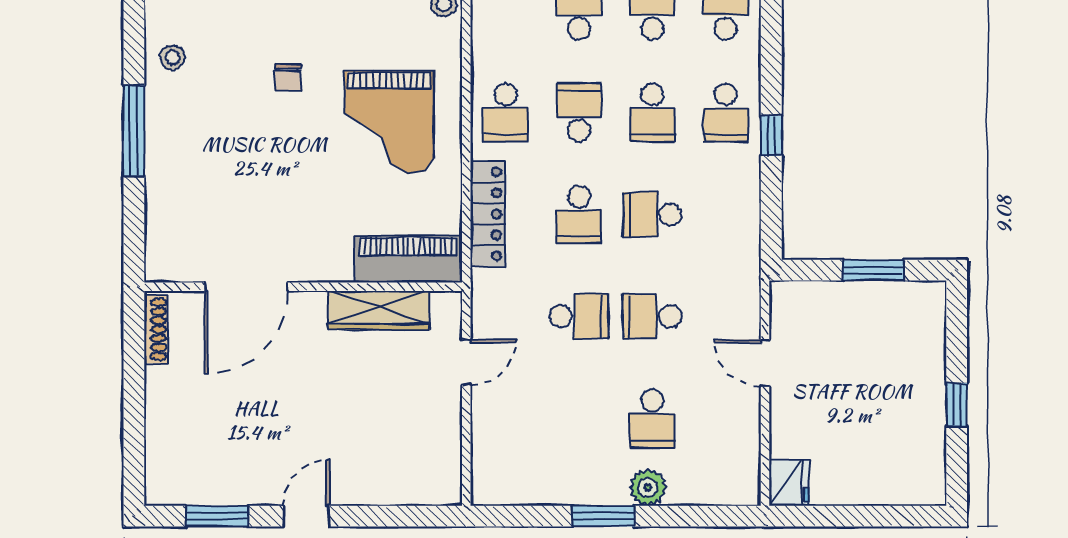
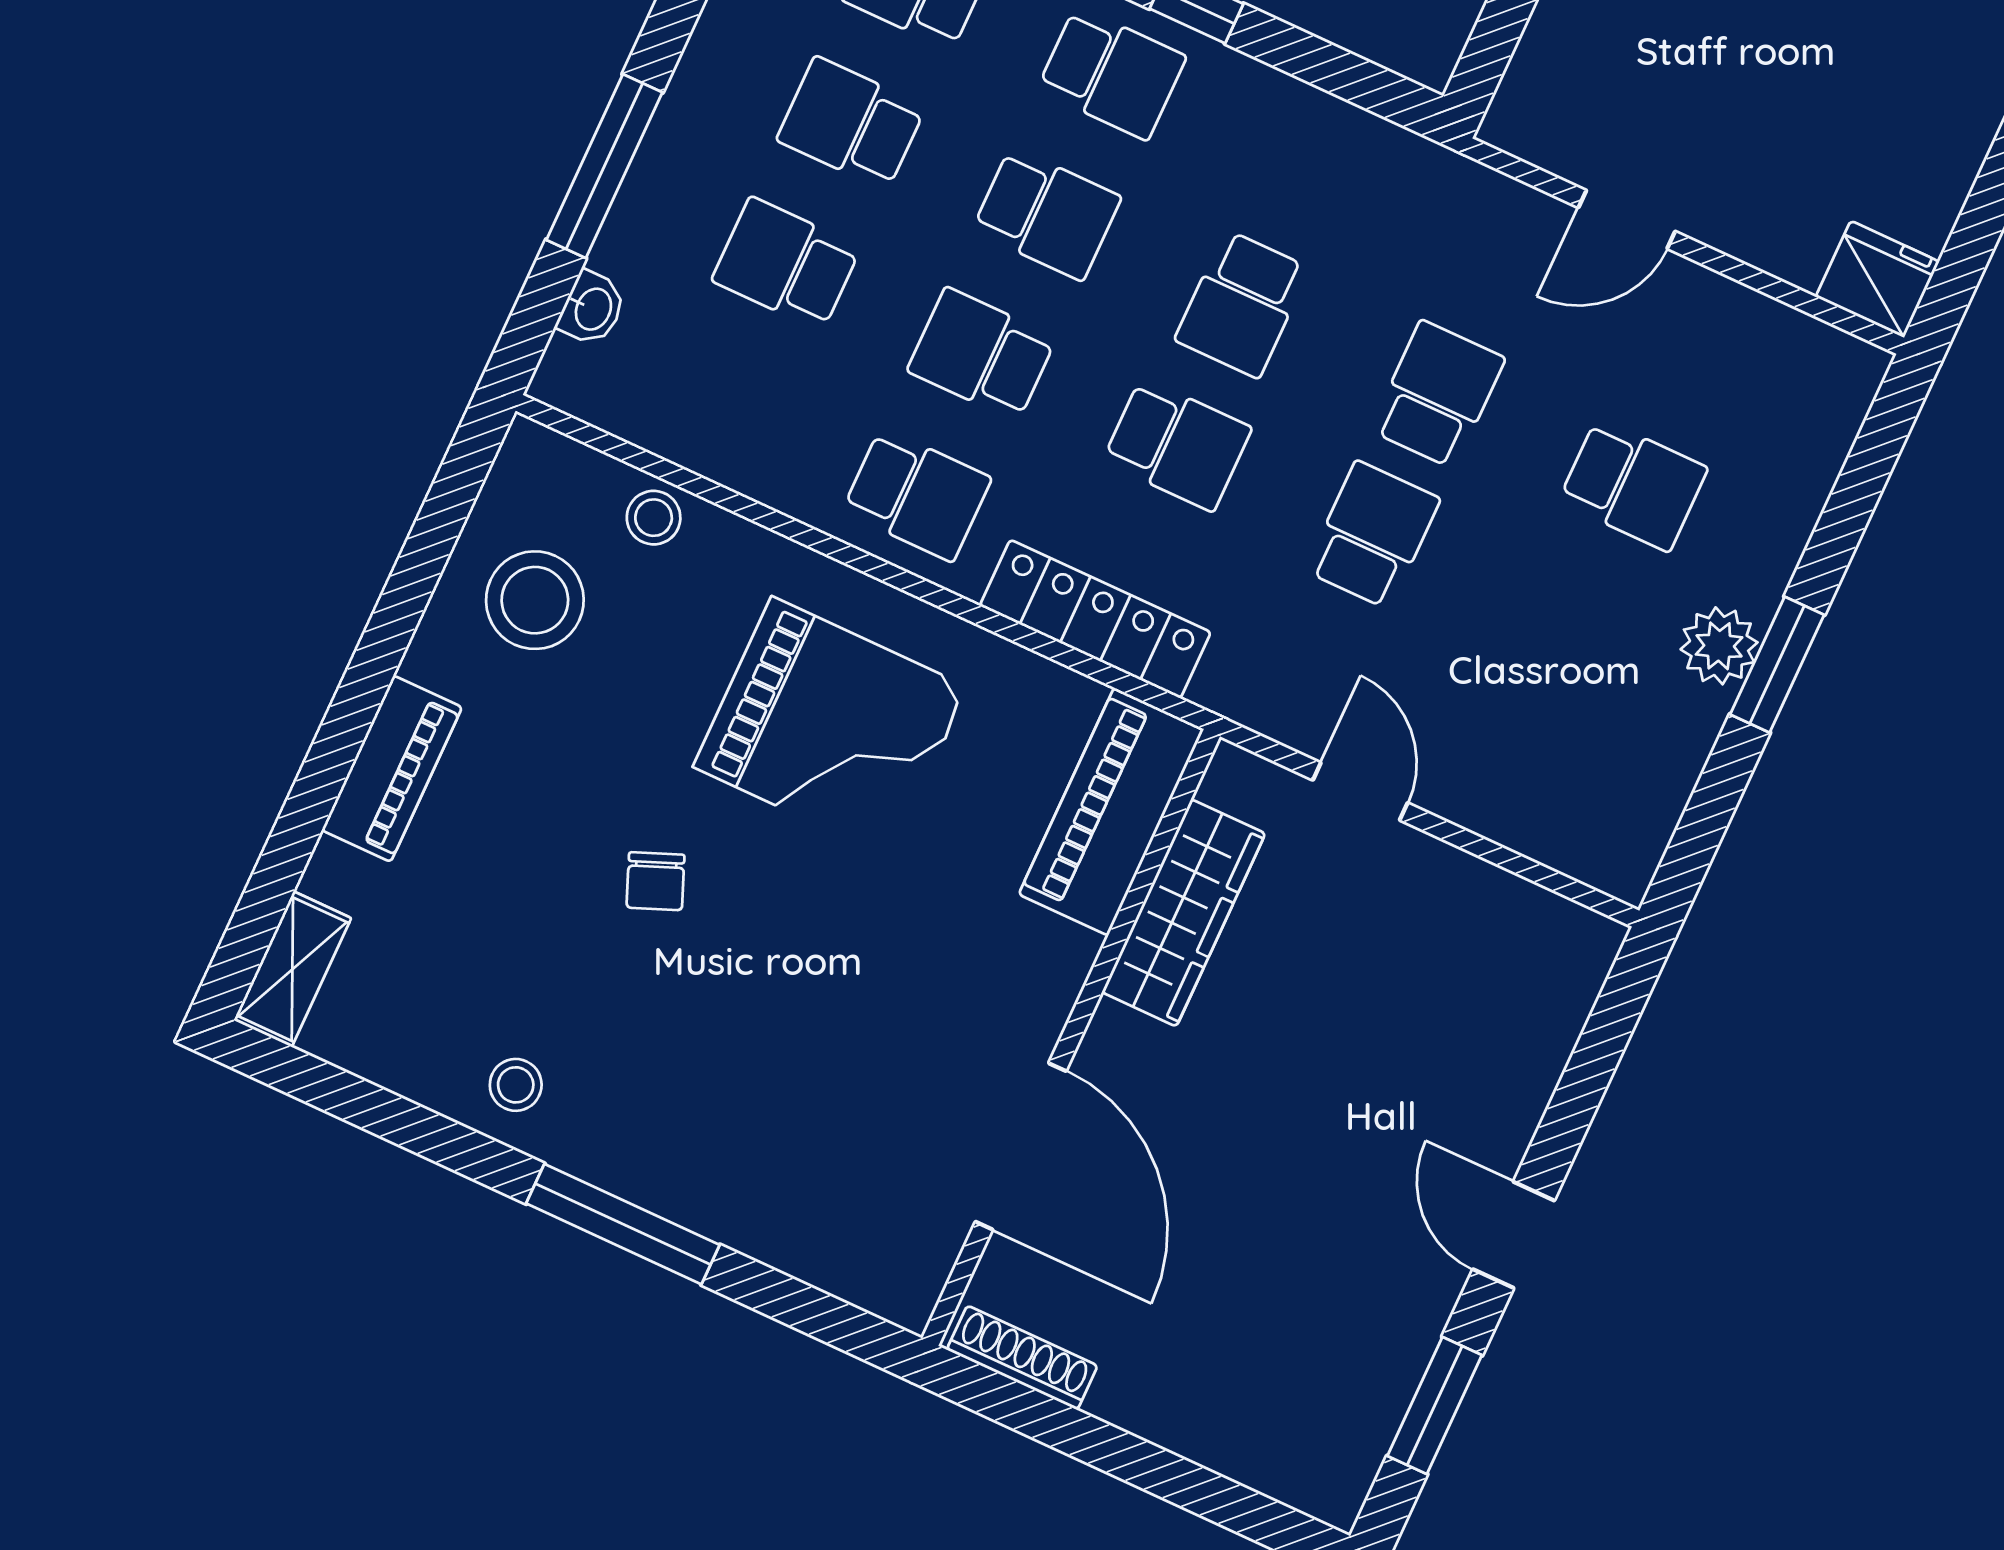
chair: (288, 77) -> (655, 881), turned 68
school desk: (652, 317) -> (1438, 394), turned 180
plant: (648, 487) -> (1719, 646), moved

